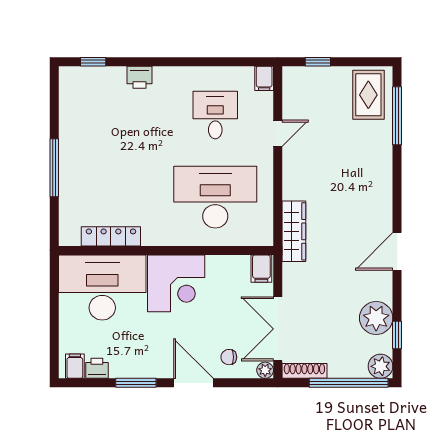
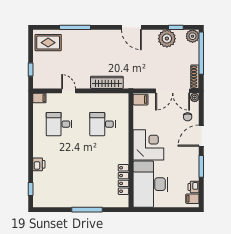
window: (397, 116) -> (75, 27), moved
desk: (215, 197) -> (103, 124), width x0.53, depth x0.77
wardrobe: (294, 231) -> (107, 82), moved

